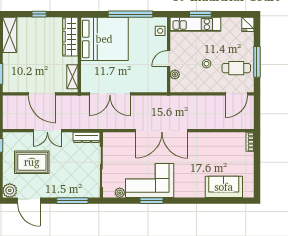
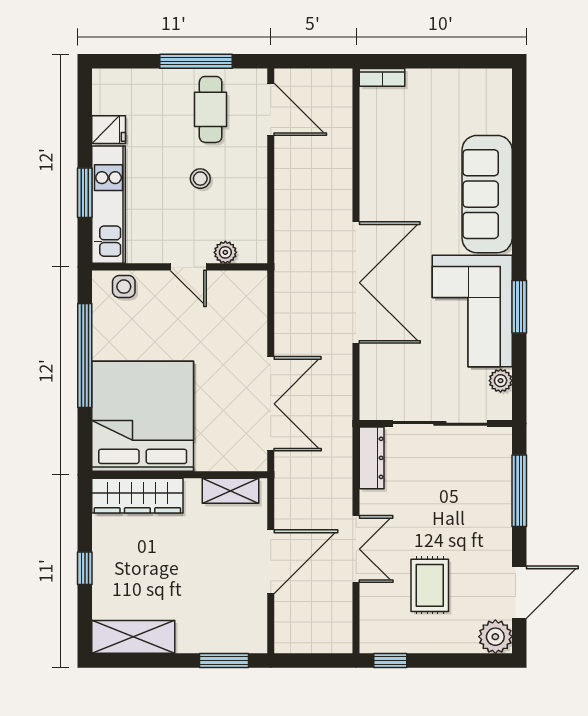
fridge: (248, 24) -> (109, 130), moved
rug: (32, 162) -> (430, 585), width x0.73, depth x0.70
sofa: (224, 187) -> (487, 194), moved, width x1.36

